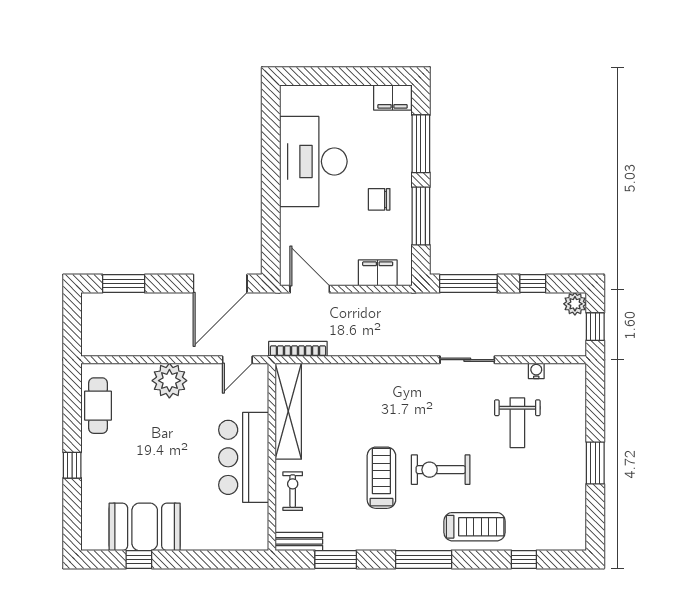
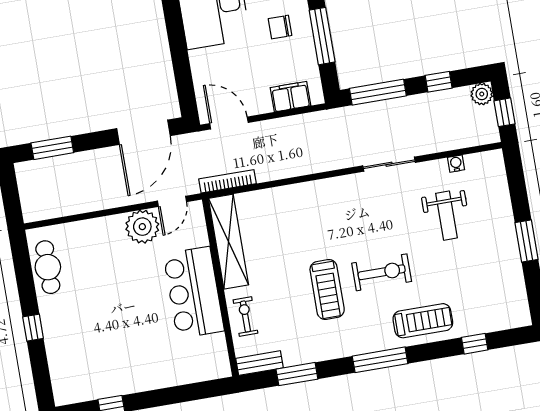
plant: (169, 381) -> (142, 227), moved
exercise bike: (441, 470) -> (382, 272), turned 180
treadmill: (381, 478) -> (327, 289), turned 180
booth: (145, 527) -> (111, 374), removed

